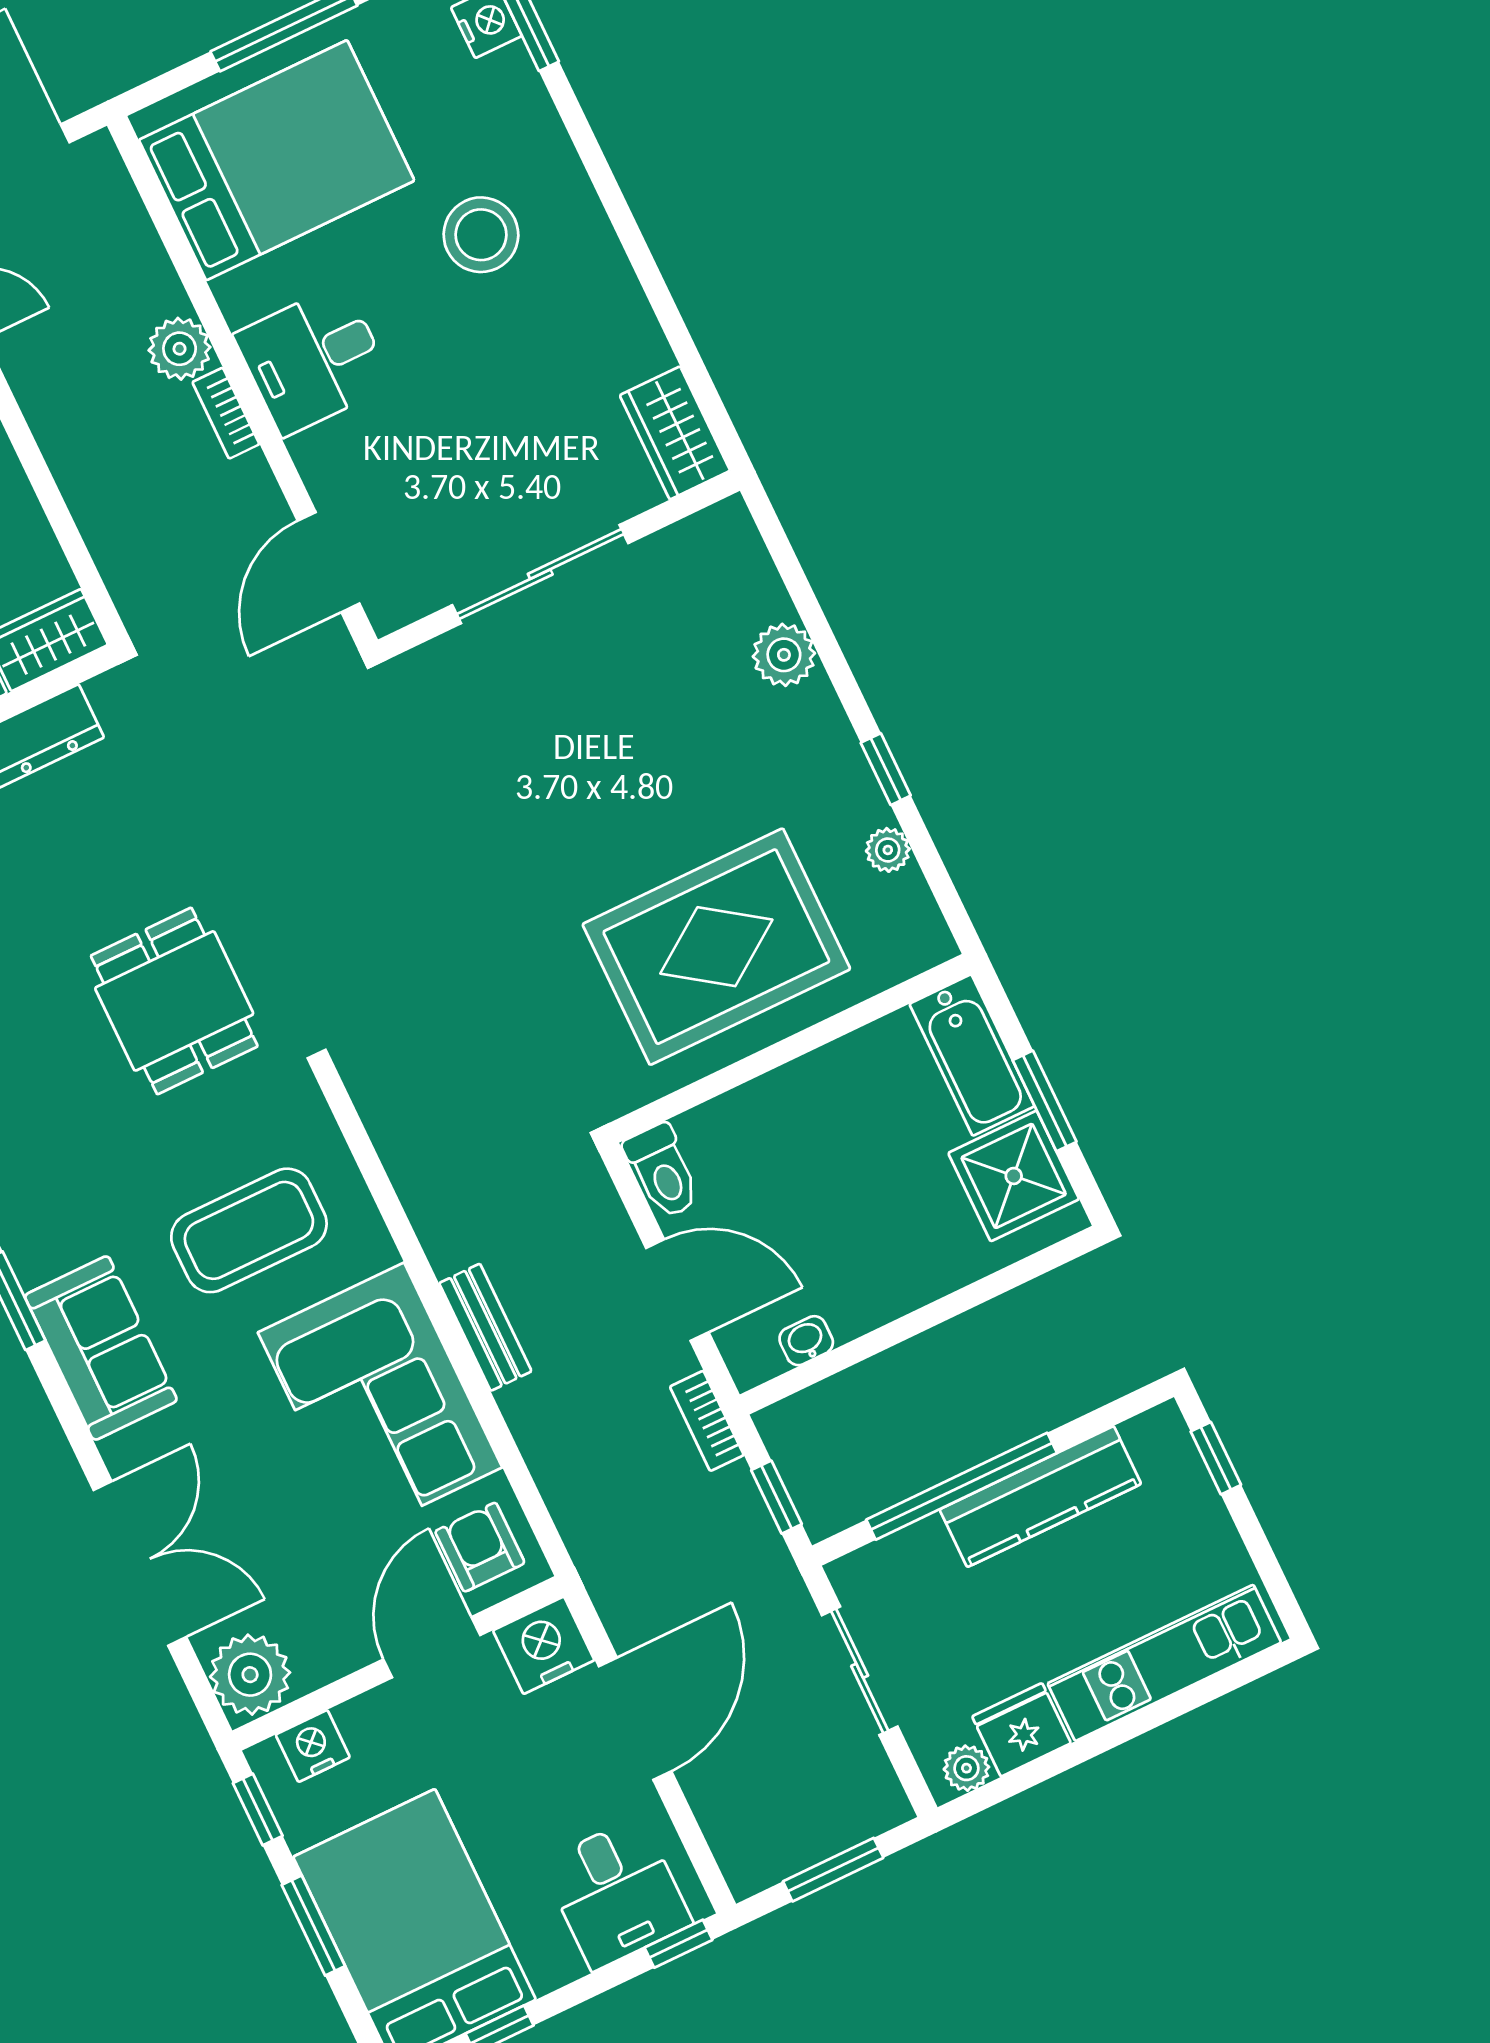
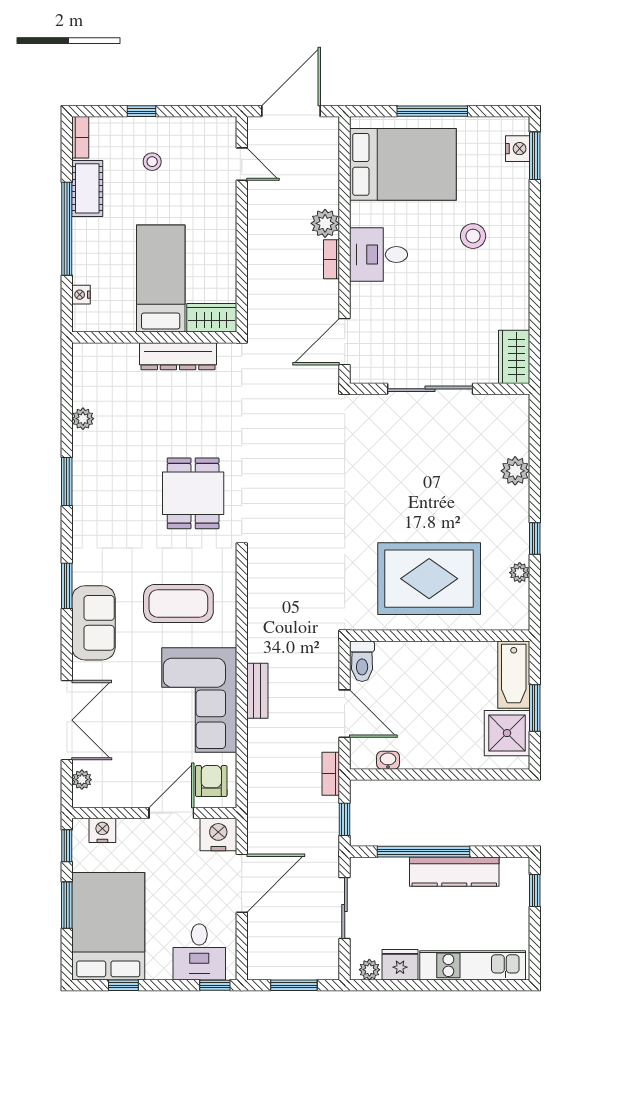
stool: (481, 235) -> (473, 236), width x0.73, depth x0.73
plant: (250, 1675) -> (82, 780), width x0.53, depth x0.53

